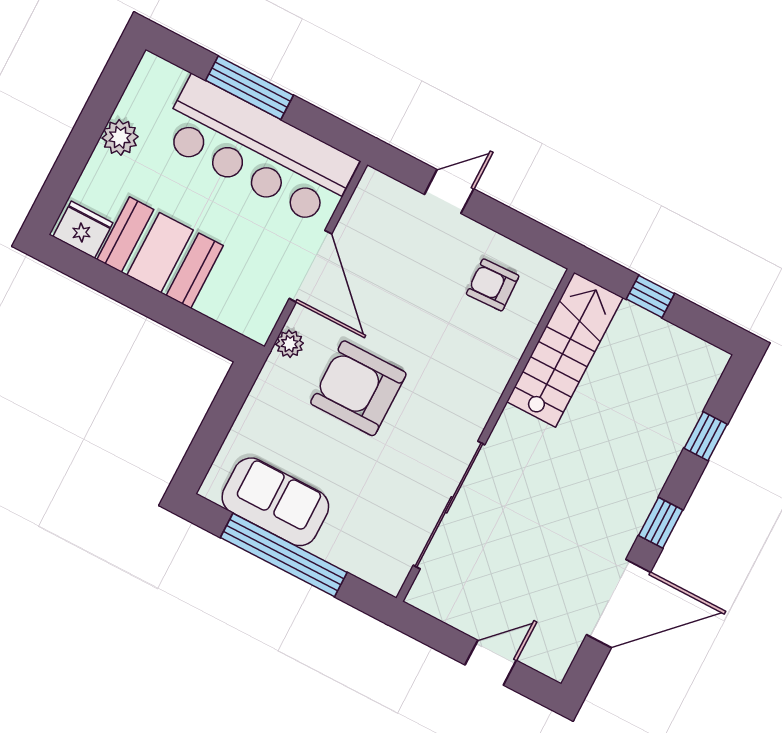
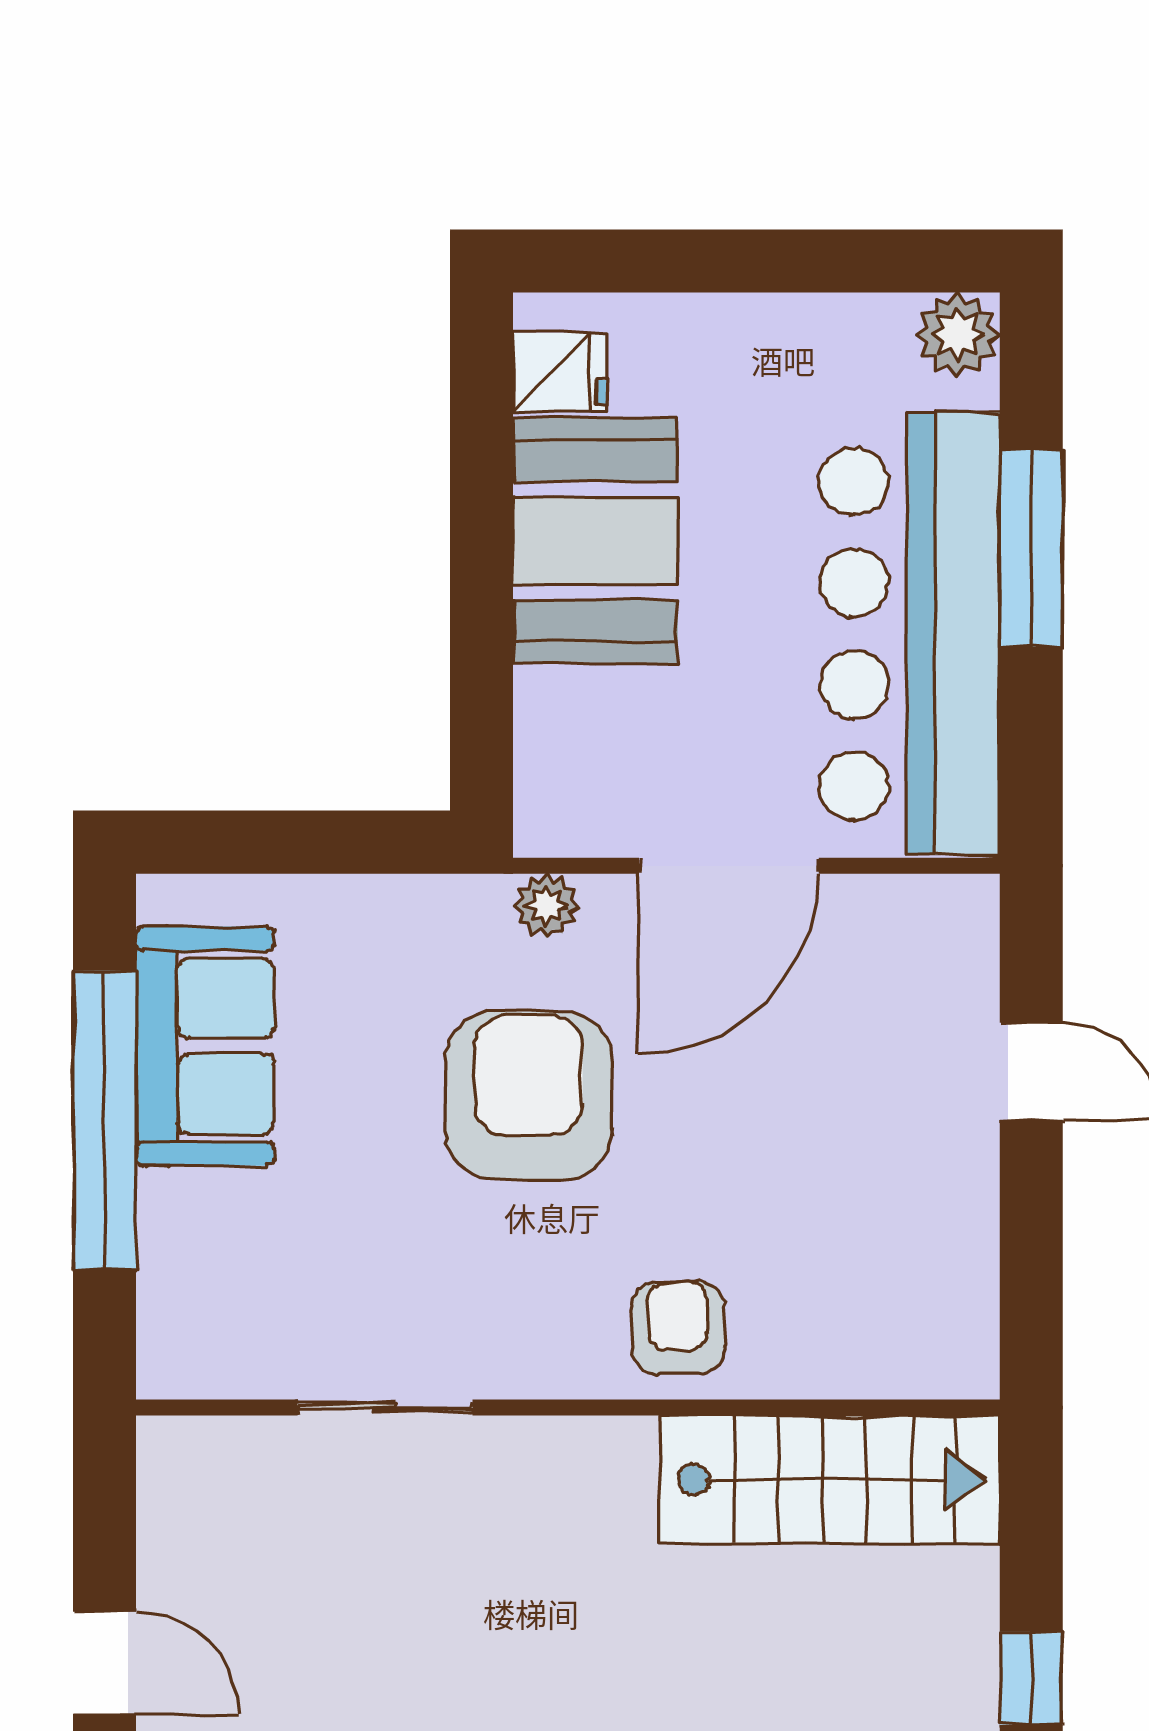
plant: (120, 137) -> (958, 334), moved
fridge: (83, 230) -> (560, 372), width x0.72
armchair: (493, 285) -> (678, 1327), moved
window: (650, 296) -> (1031, 1678), moved
sliding door: (449, 505) -> (385, 1408), width x0.54

